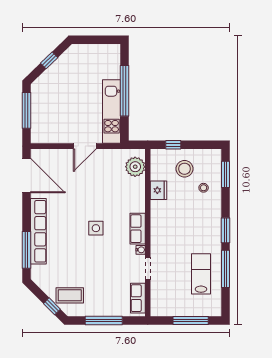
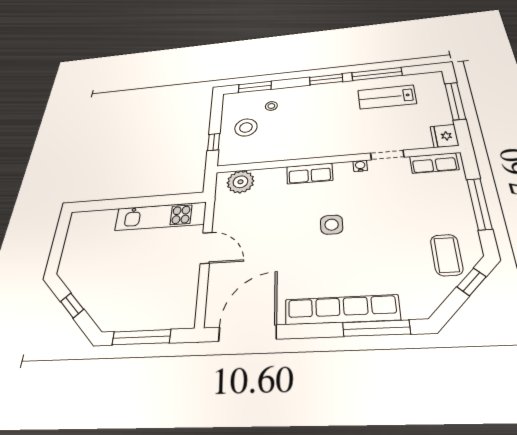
window: (125, 91) -> (135, 203), removed
fridge: (159, 190) -> (444, 136), moved, turned -90
row of seats: (138, 229) -> (310, 173), moved

